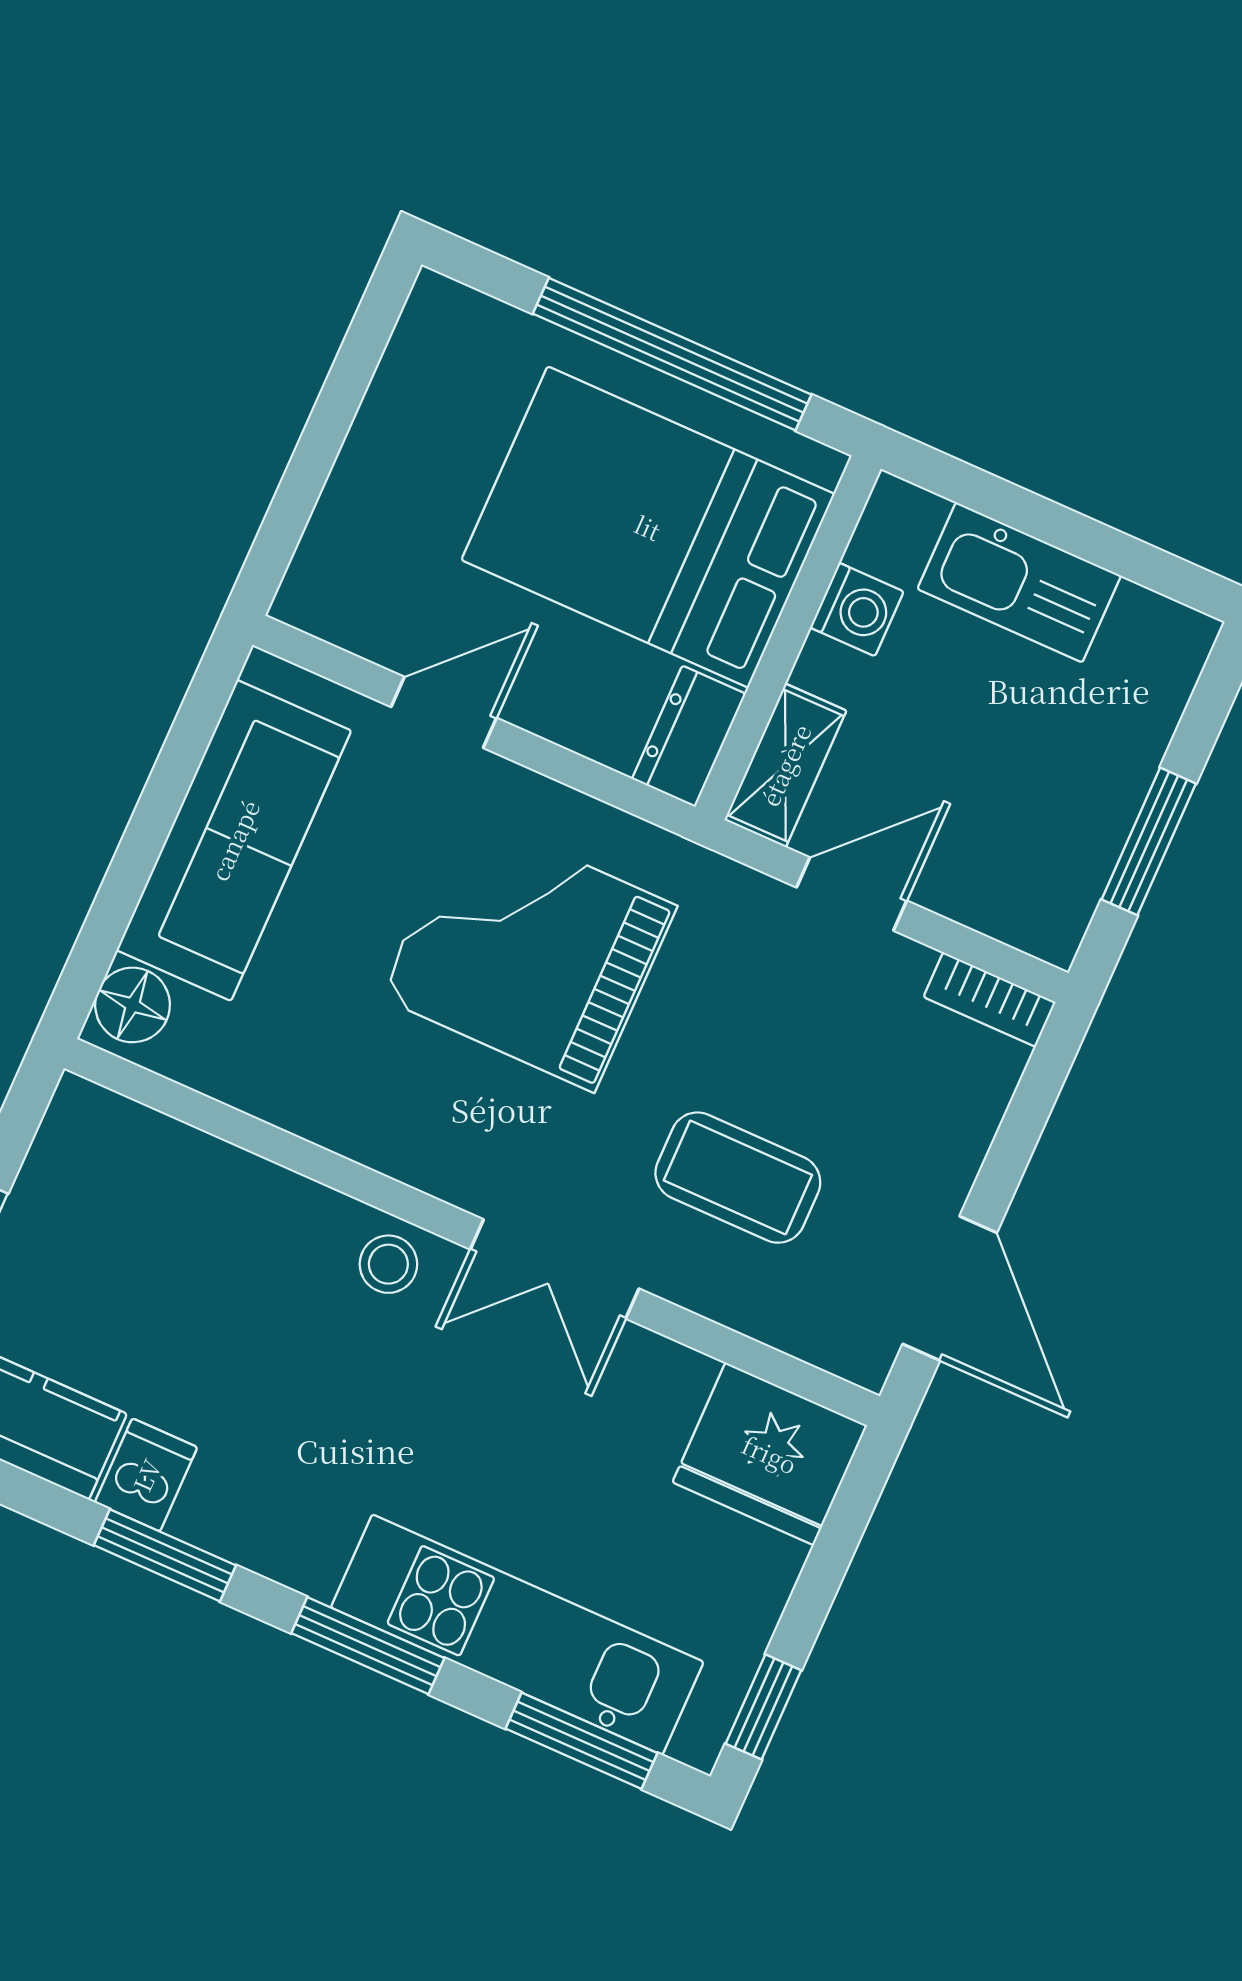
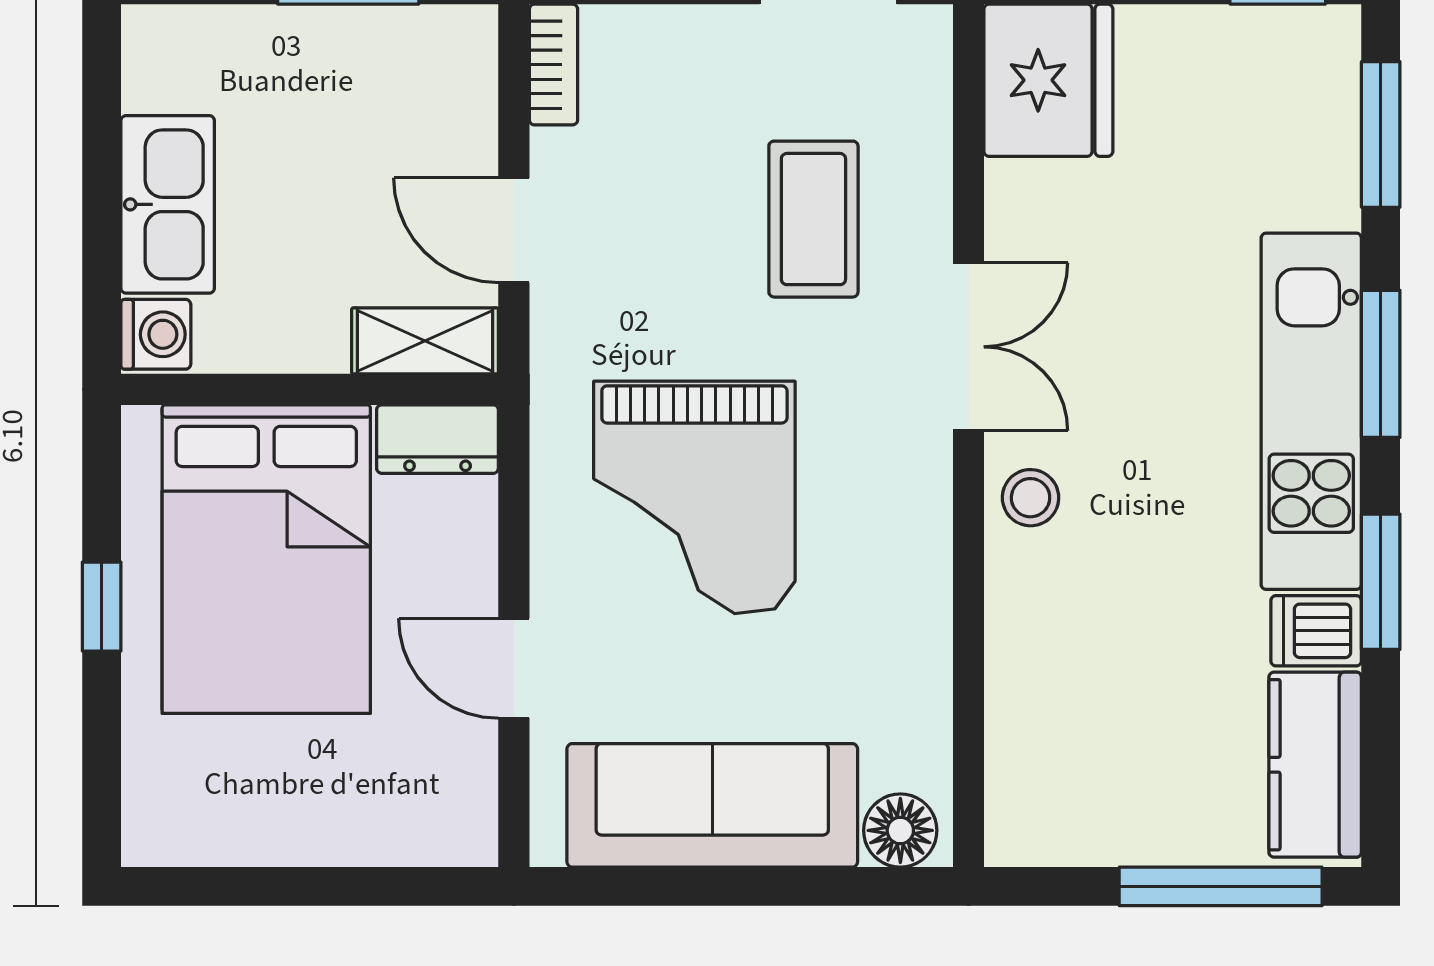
window: (672, 354) -> (102, 607), width x0.32
washing machine: (857, 609) -> (156, 334), moved, turned 90
kitchen unit: (517, 1635) -> (1311, 411), moved

